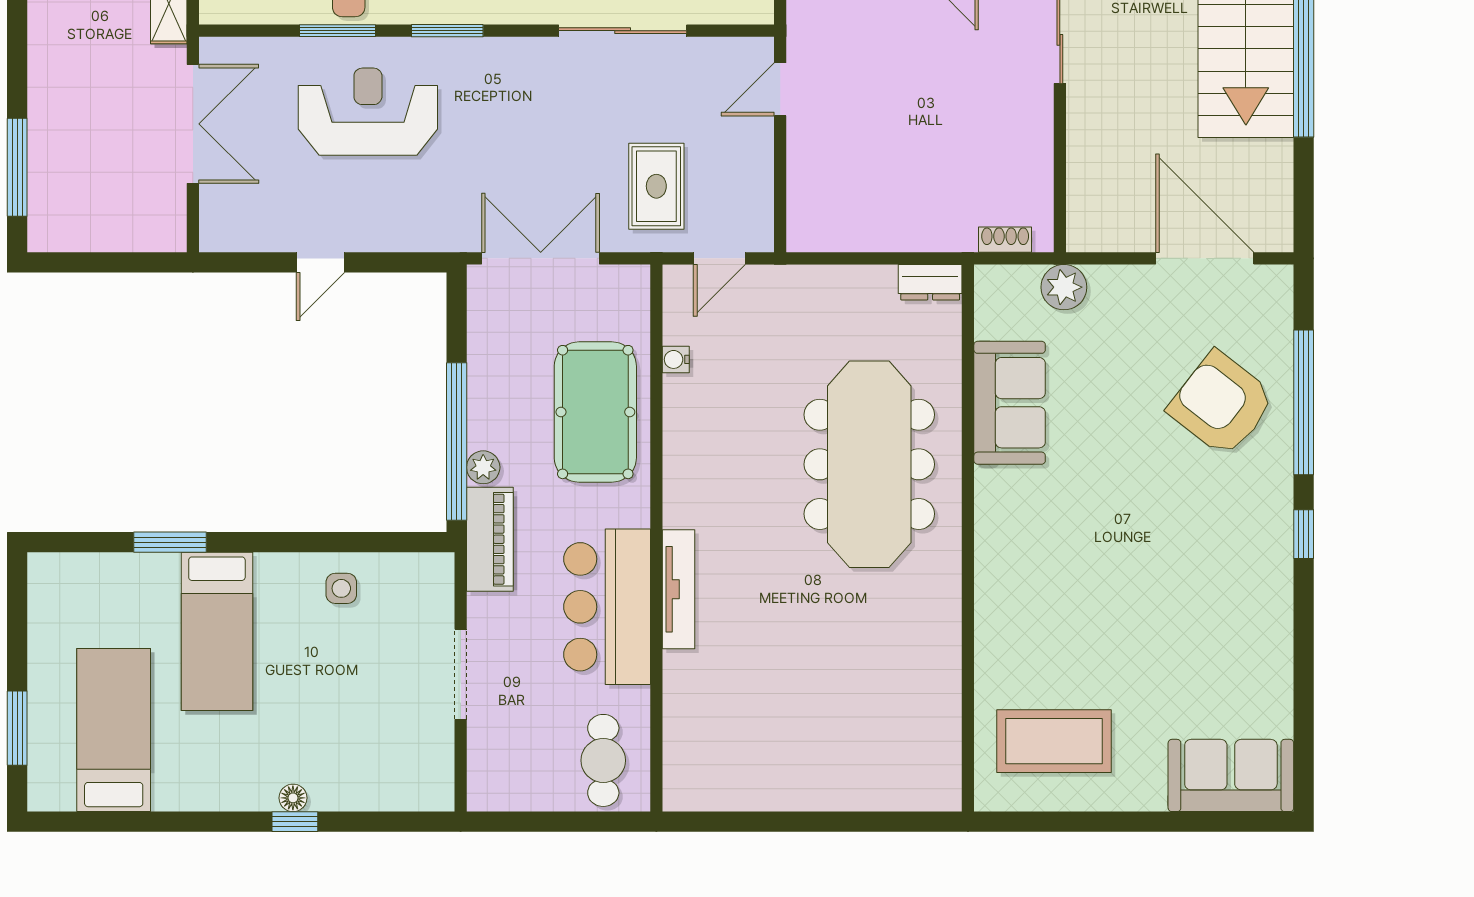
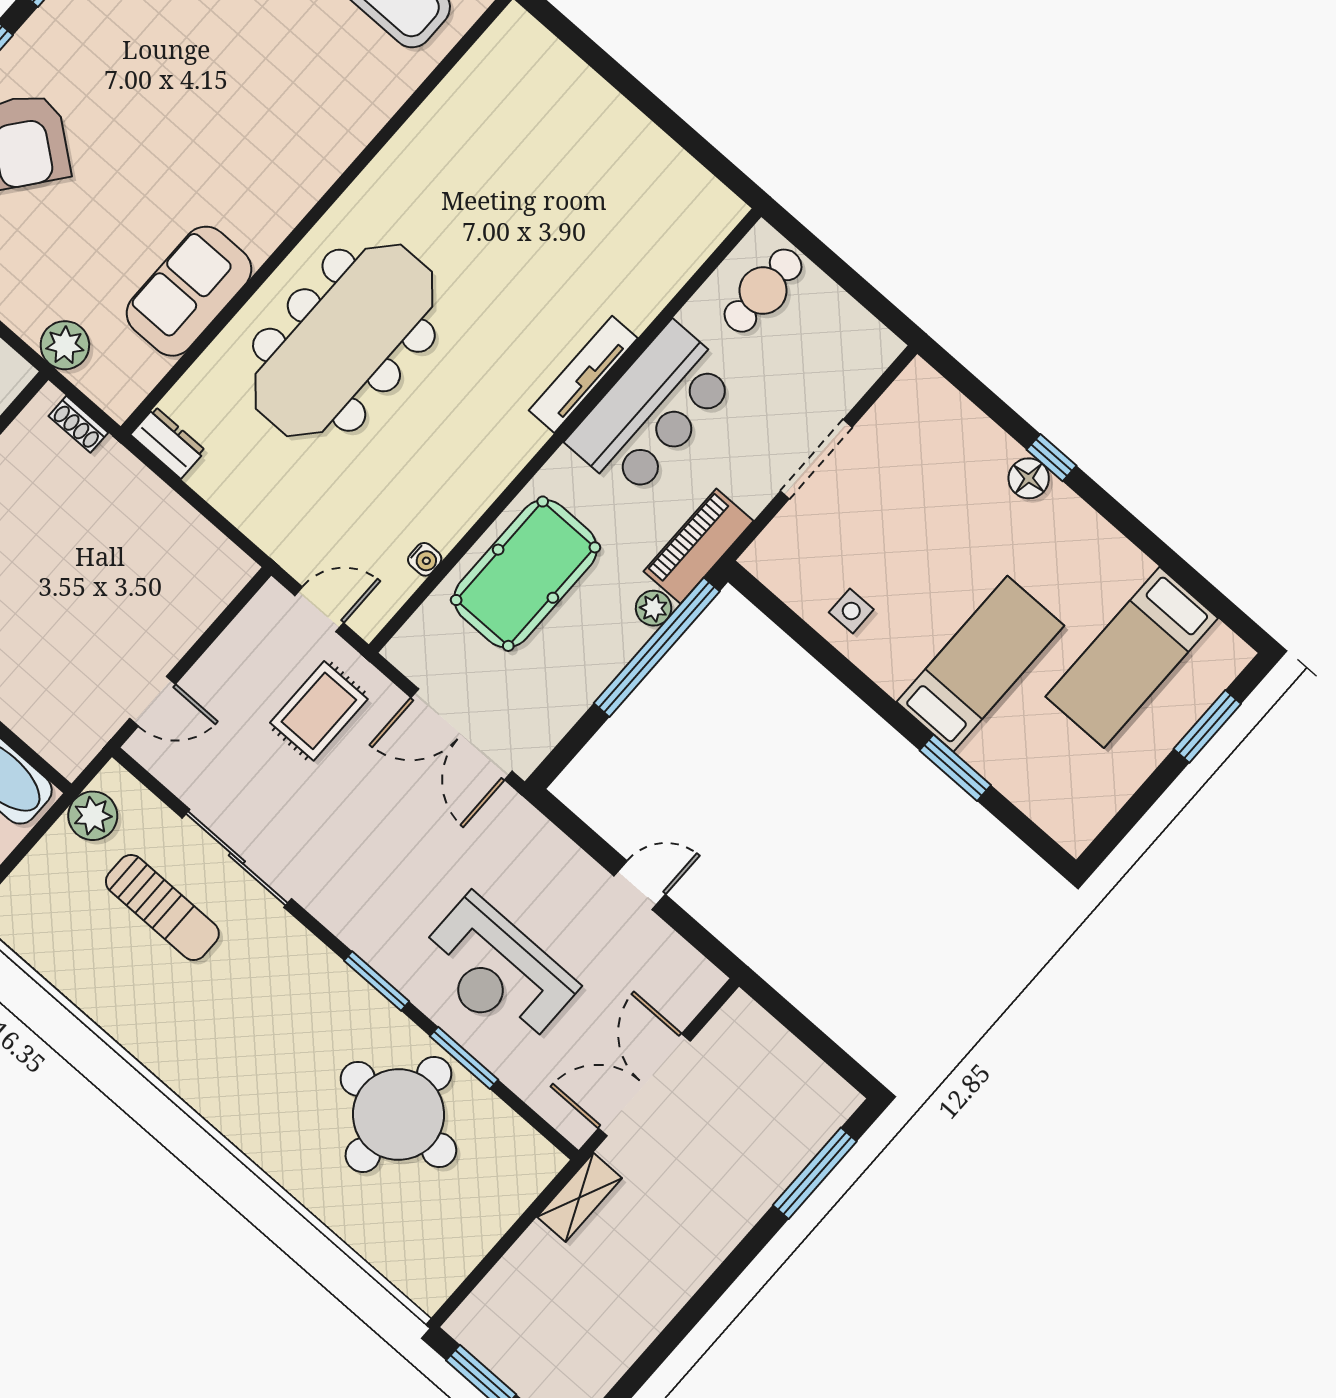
floor lamp: (293, 798) -> (1029, 478), width x1.37, depth x1.37

